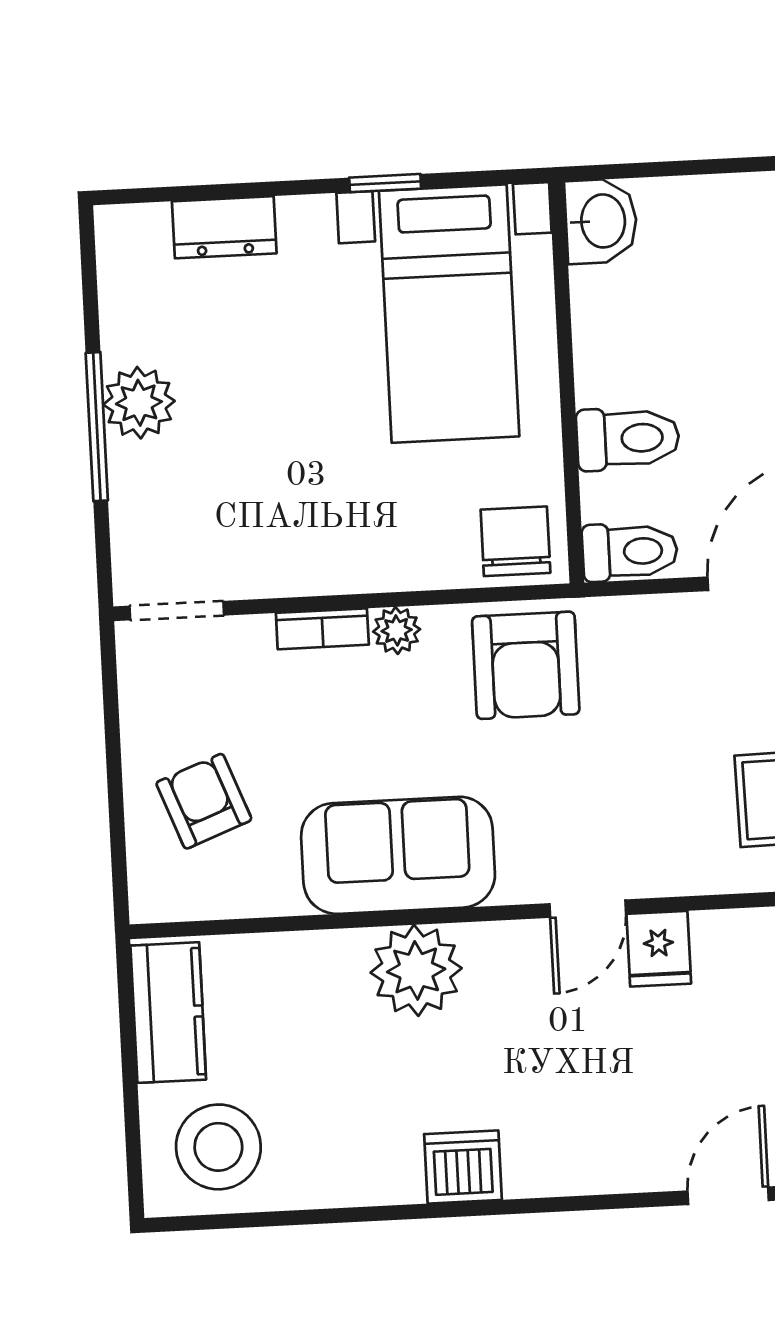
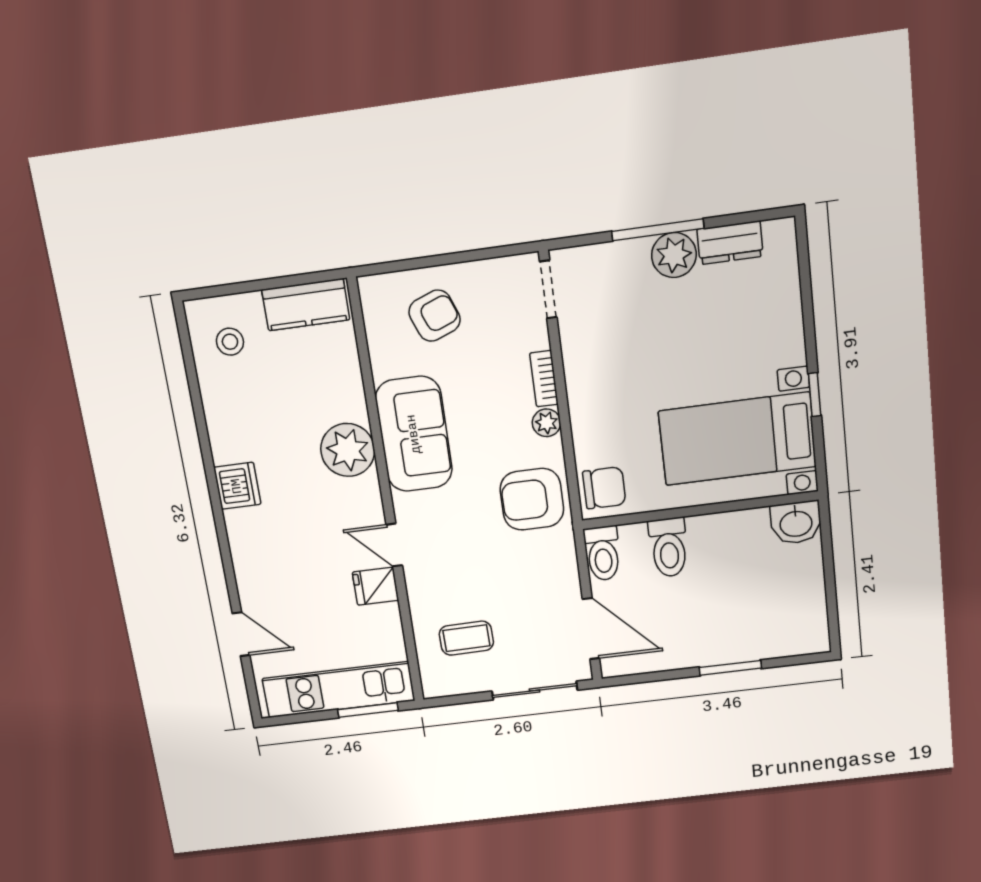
dresser: (224, 227) -> (730, 243), moved, turned -90
stool: (218, 1147) -> (230, 342), width x0.53, depth x0.53

